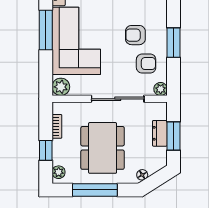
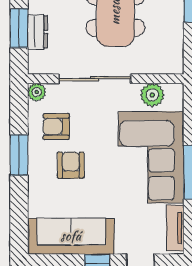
armchair: (135, 35) -> (71, 165), turned -90
plant: (61, 87) -> (152, 95), moved
bookcase: (57, 126) -> (177, 41), removed

